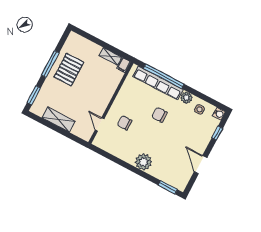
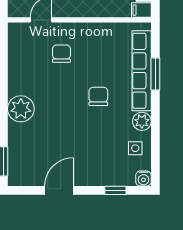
window: (164, 76) -> (155, 74), width x0.47

